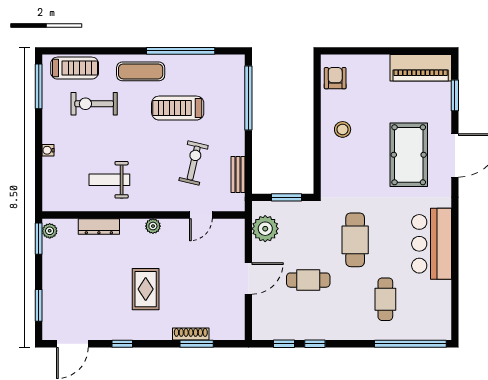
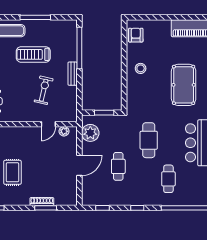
window: (181, 51) -> (35, 17), width x0.68
bench: (238, 174) -> (73, 74), moved
plant: (153, 226) -> (64, 131), moved
cafe table: (308, 280) -> (118, 166), turned 90
window: (315, 344) -> (137, 208), moved

